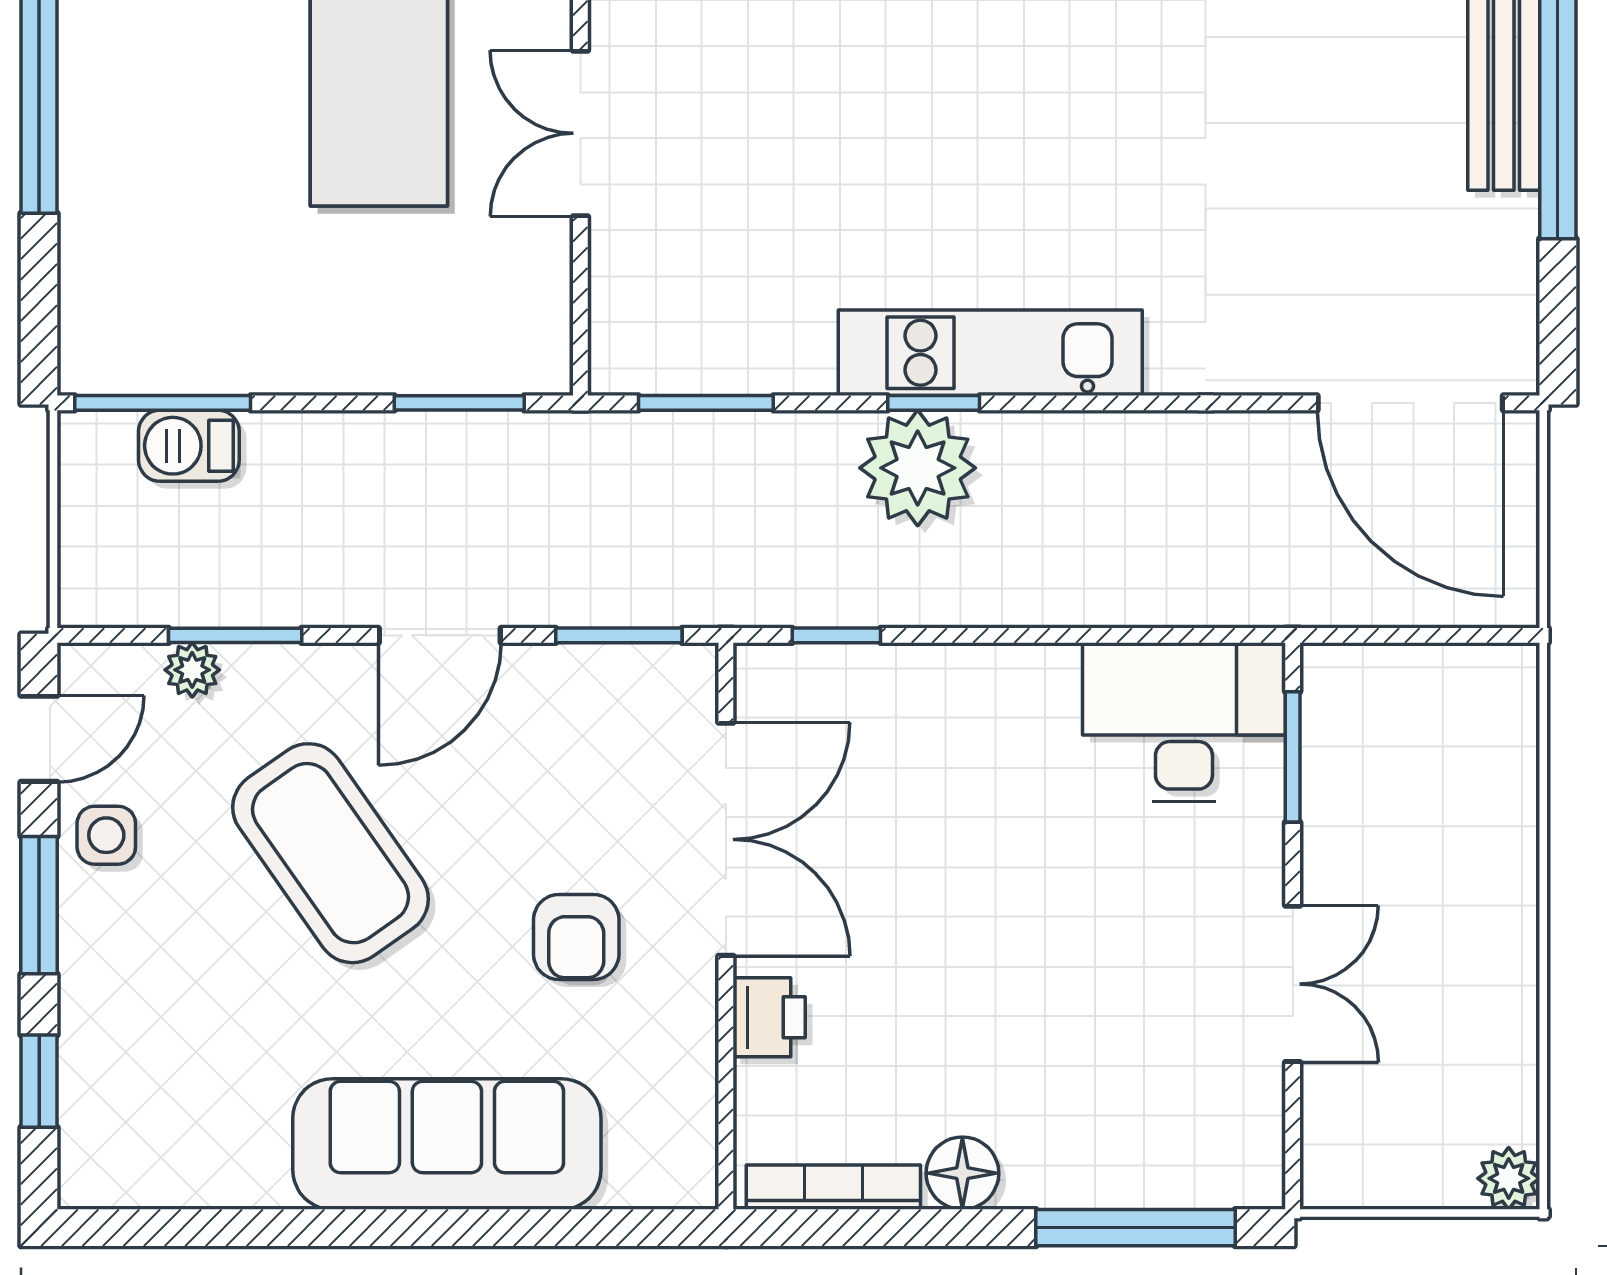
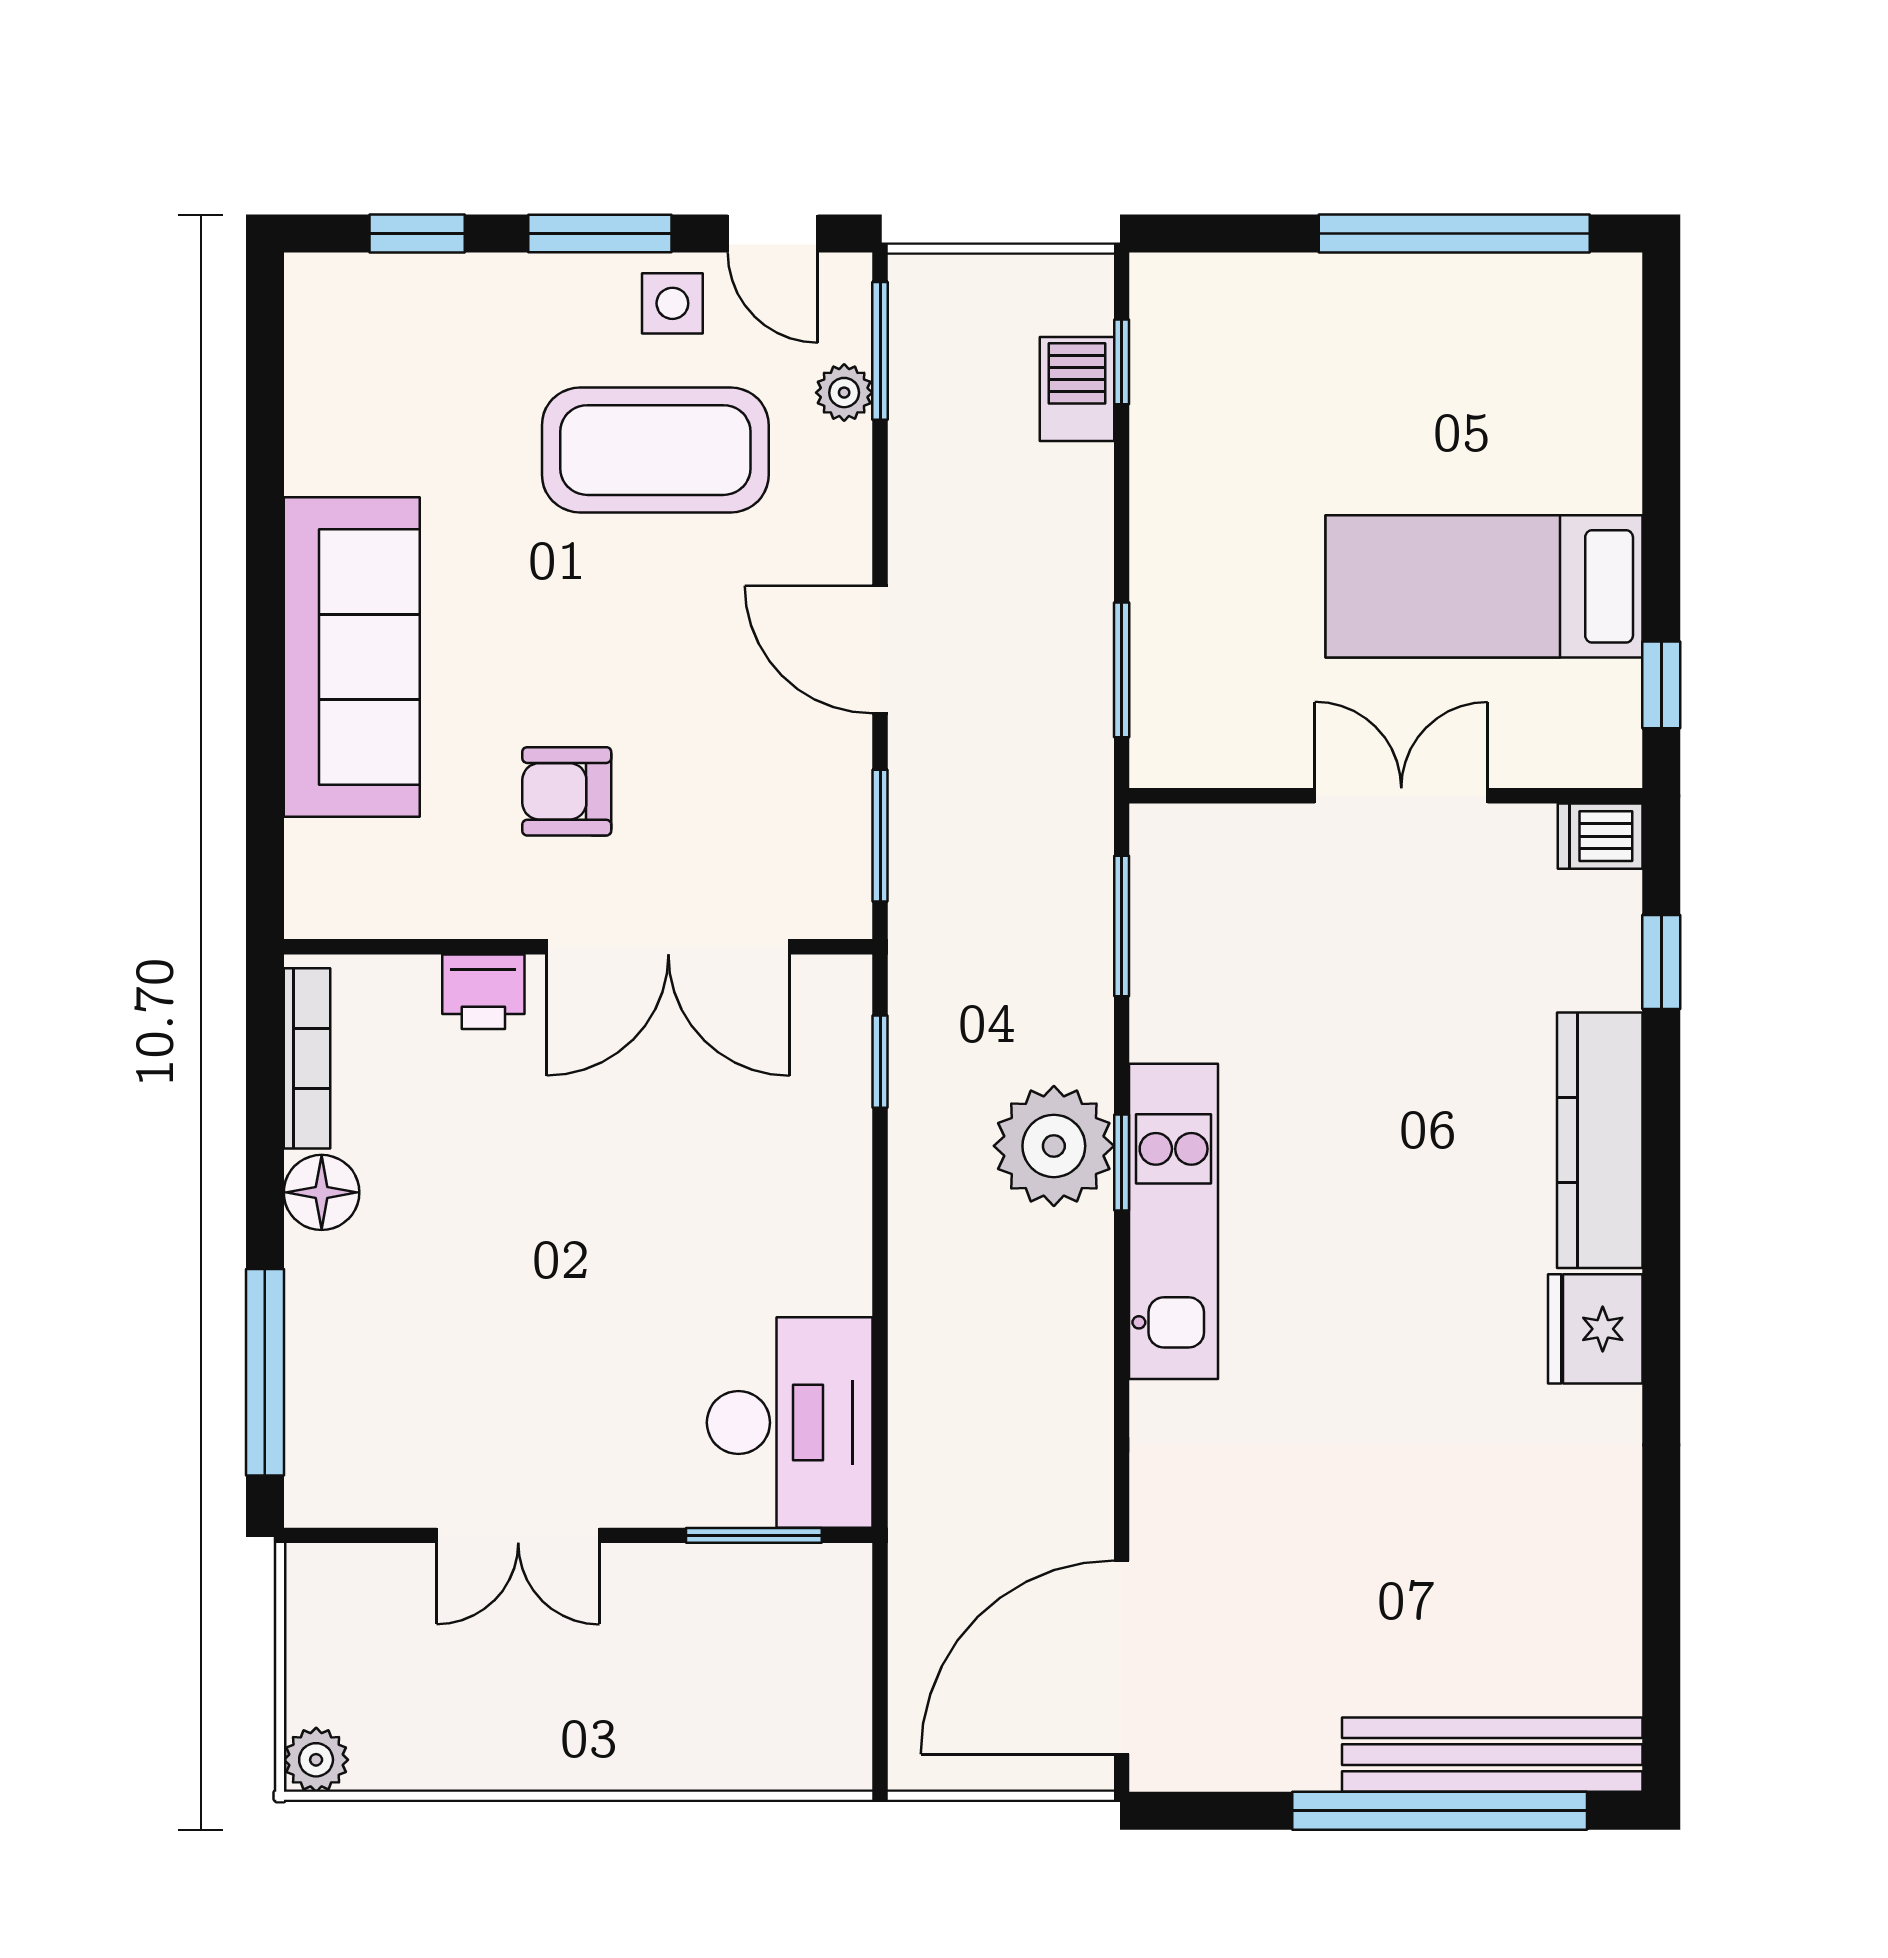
window: (163, 403) -> (1122, 362), width x0.46
window: (235, 635) -> (880, 351), moved
coffee table: (330, 853) -> (655, 450), moved, turned 35

